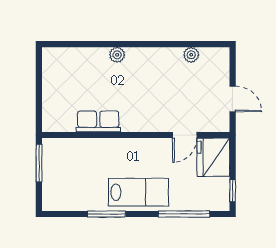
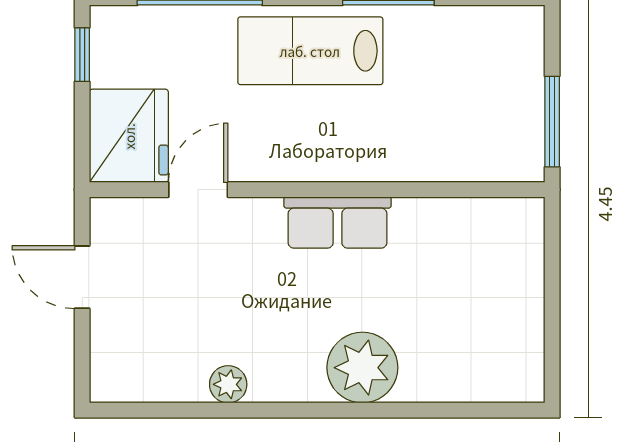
plant: (117, 55) -> (362, 368), width x1.87, depth x1.87
plant: (191, 55) -> (228, 384), moved
row of seats: (98, 121) -> (338, 222), moved

